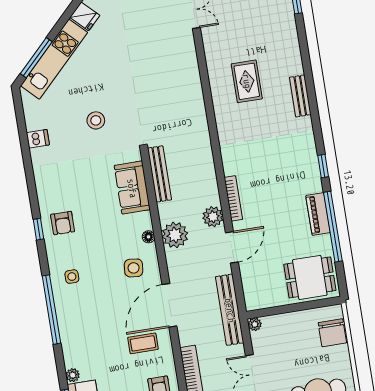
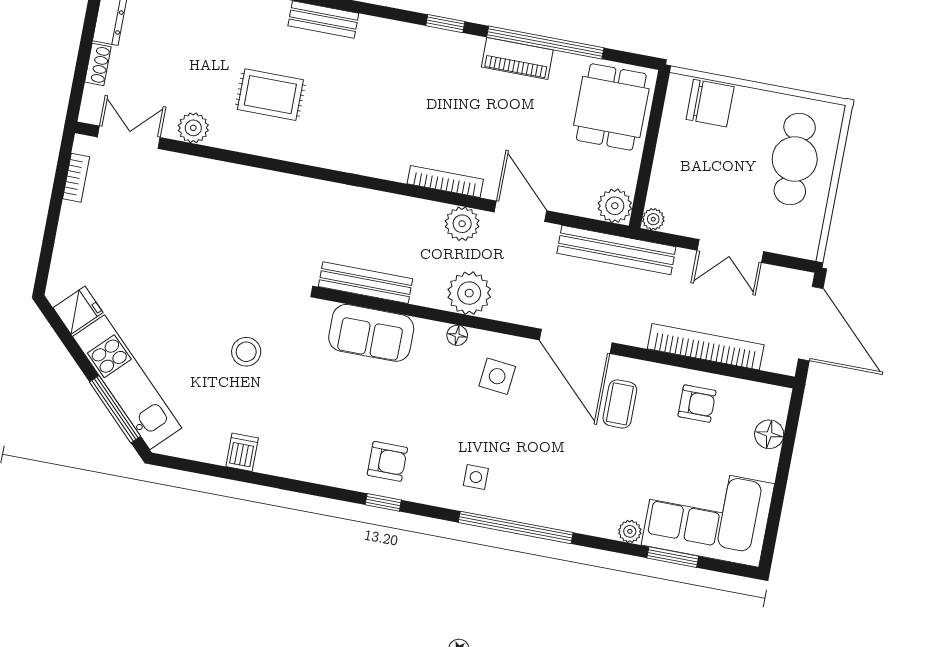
plant: (212, 44) -> (193, 128), added
plant: (254, 300) -> (615, 206), added

